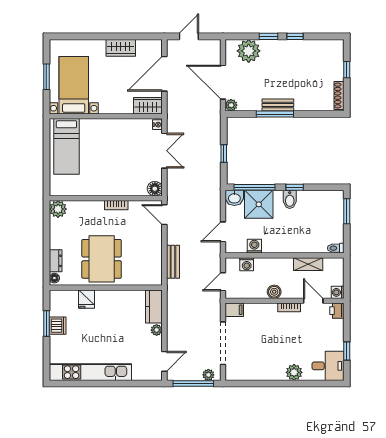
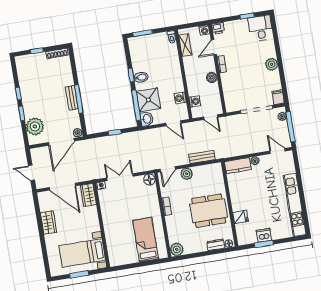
bed: (66, 146) -> (146, 240), moved, turned -90
plant: (154, 238) -> (187, 174), added
shelving: (308, 264) -> (185, 45), moved
filing cabinet: (234, 310) -> (278, 97), moved
plant: (294, 372) -> (272, 64), moved

